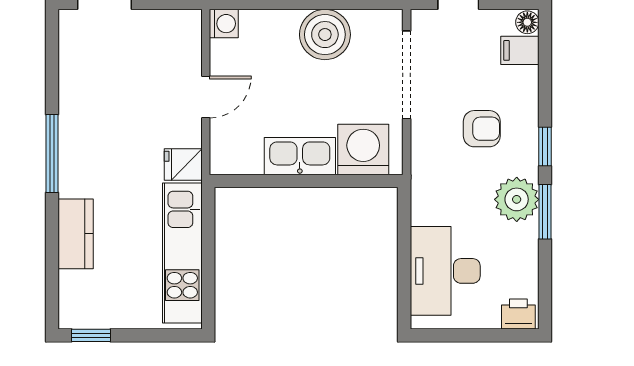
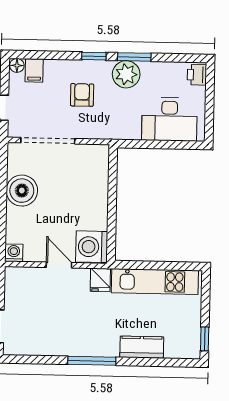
washing machine: (363, 149) -> (92, 247), moved
kitchen sink: (300, 156) -> (97, 208), removed

